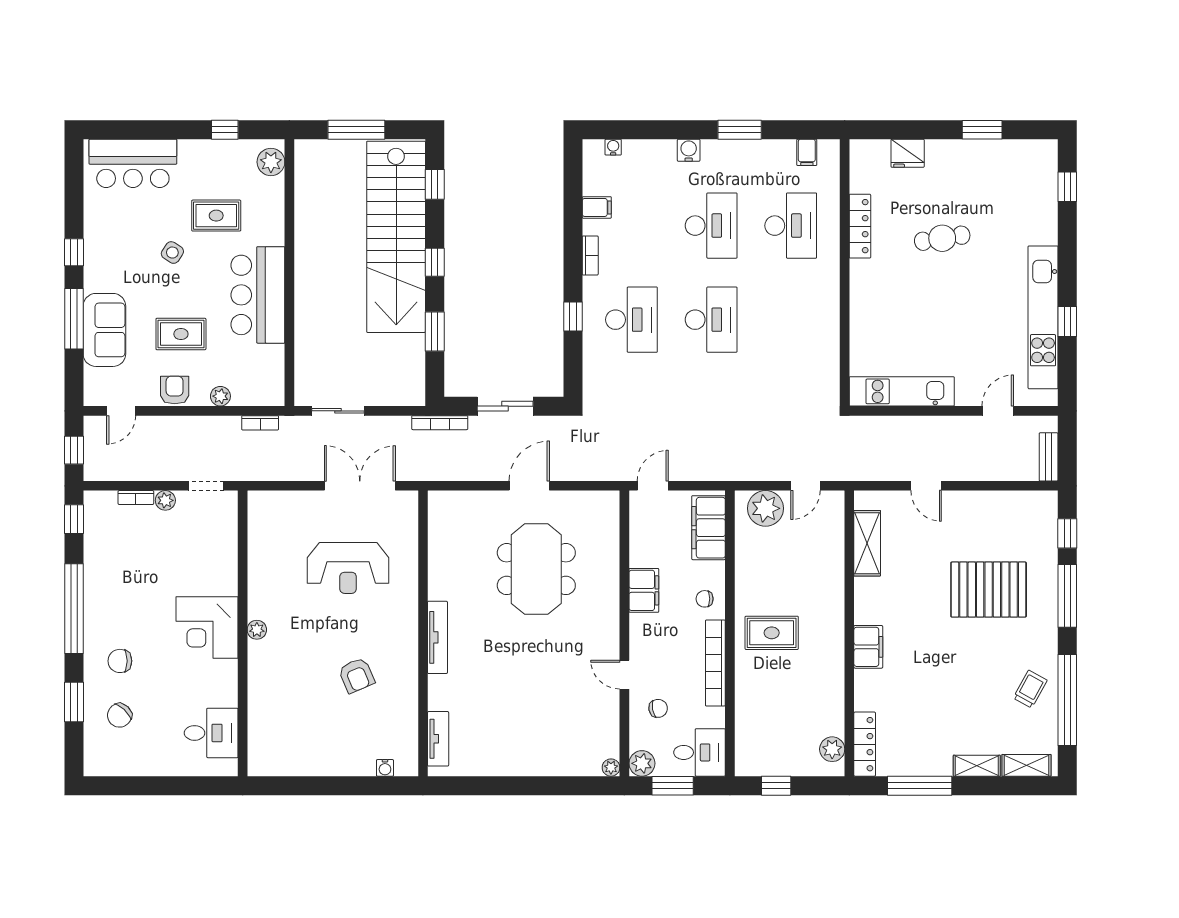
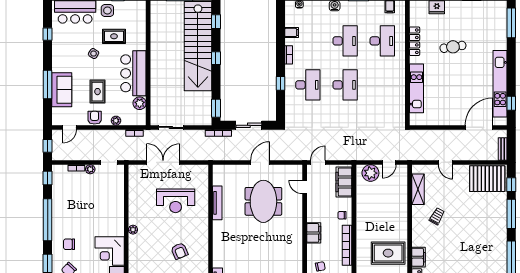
side table: (202, 160) -> (107, 10), added
plant: (271, 162) -> (140, 103), moved
window: (1067, 187) -> (511, 23), width x2.17
window: (74, 252) -> (48, 34), moved
window: (1067, 321) -> (511, 103), moved
window: (435, 331) -> (216, 108), moved
rug: (181, 334) -> (98, 92), turned 90
kitchen unit: (902, 391) -> (417, 88), moved, turned 90
door: (998, 411) -> (479, 127), width x1.87
double door: (360, 486) -> (163, 162), moved
filing cabinet: (644, 590) -> (314, 233), moved
pallet: (989, 590) -> (487, 179), moved
corner desk: (207, 627) -> (110, 251), moved
rug: (772, 633) -> (388, 253), moved, width x1.36, depth x1.43
tv unit: (437, 637) -> (217, 203), moved
filing cabinet: (868, 647) -> (418, 257), moved
door: (624, 675) -> (305, 187), moved
trolley: (1030, 689) -> (437, 216), moved

